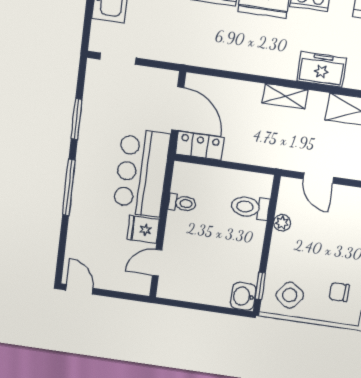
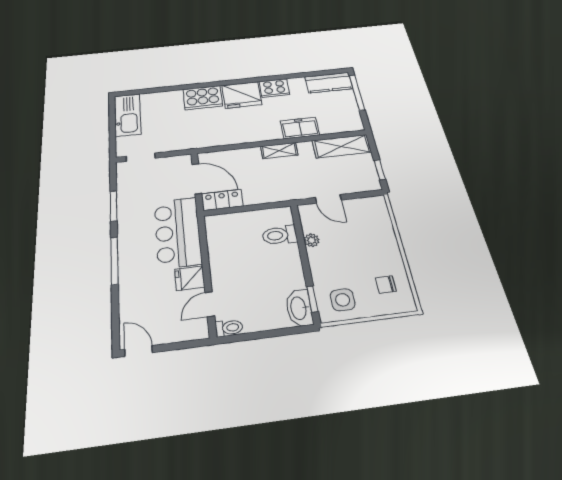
toilet: (182, 203) -> (229, 328), moved
side table: (290, 295) -> (343, 300), turned -37
washbasin: (243, 296) -> (299, 308), width x1.38

